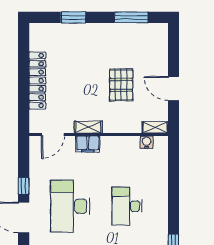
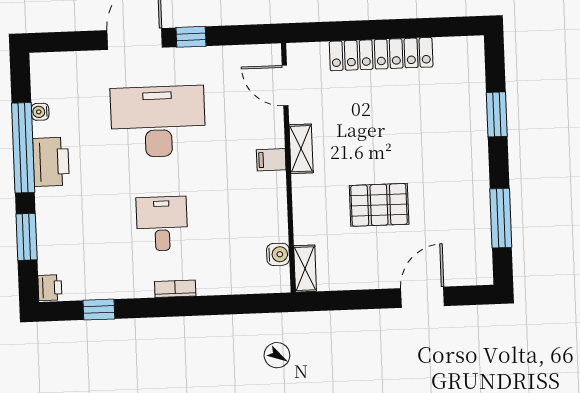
door: (174, 89) -> (423, 297), moved
filing cabinet: (88, 144) -> (271, 160), width x0.50
bookcase: (164, 200) -> (175, 289), added
desk: (127, 206) -> (162, 224), width x0.73

